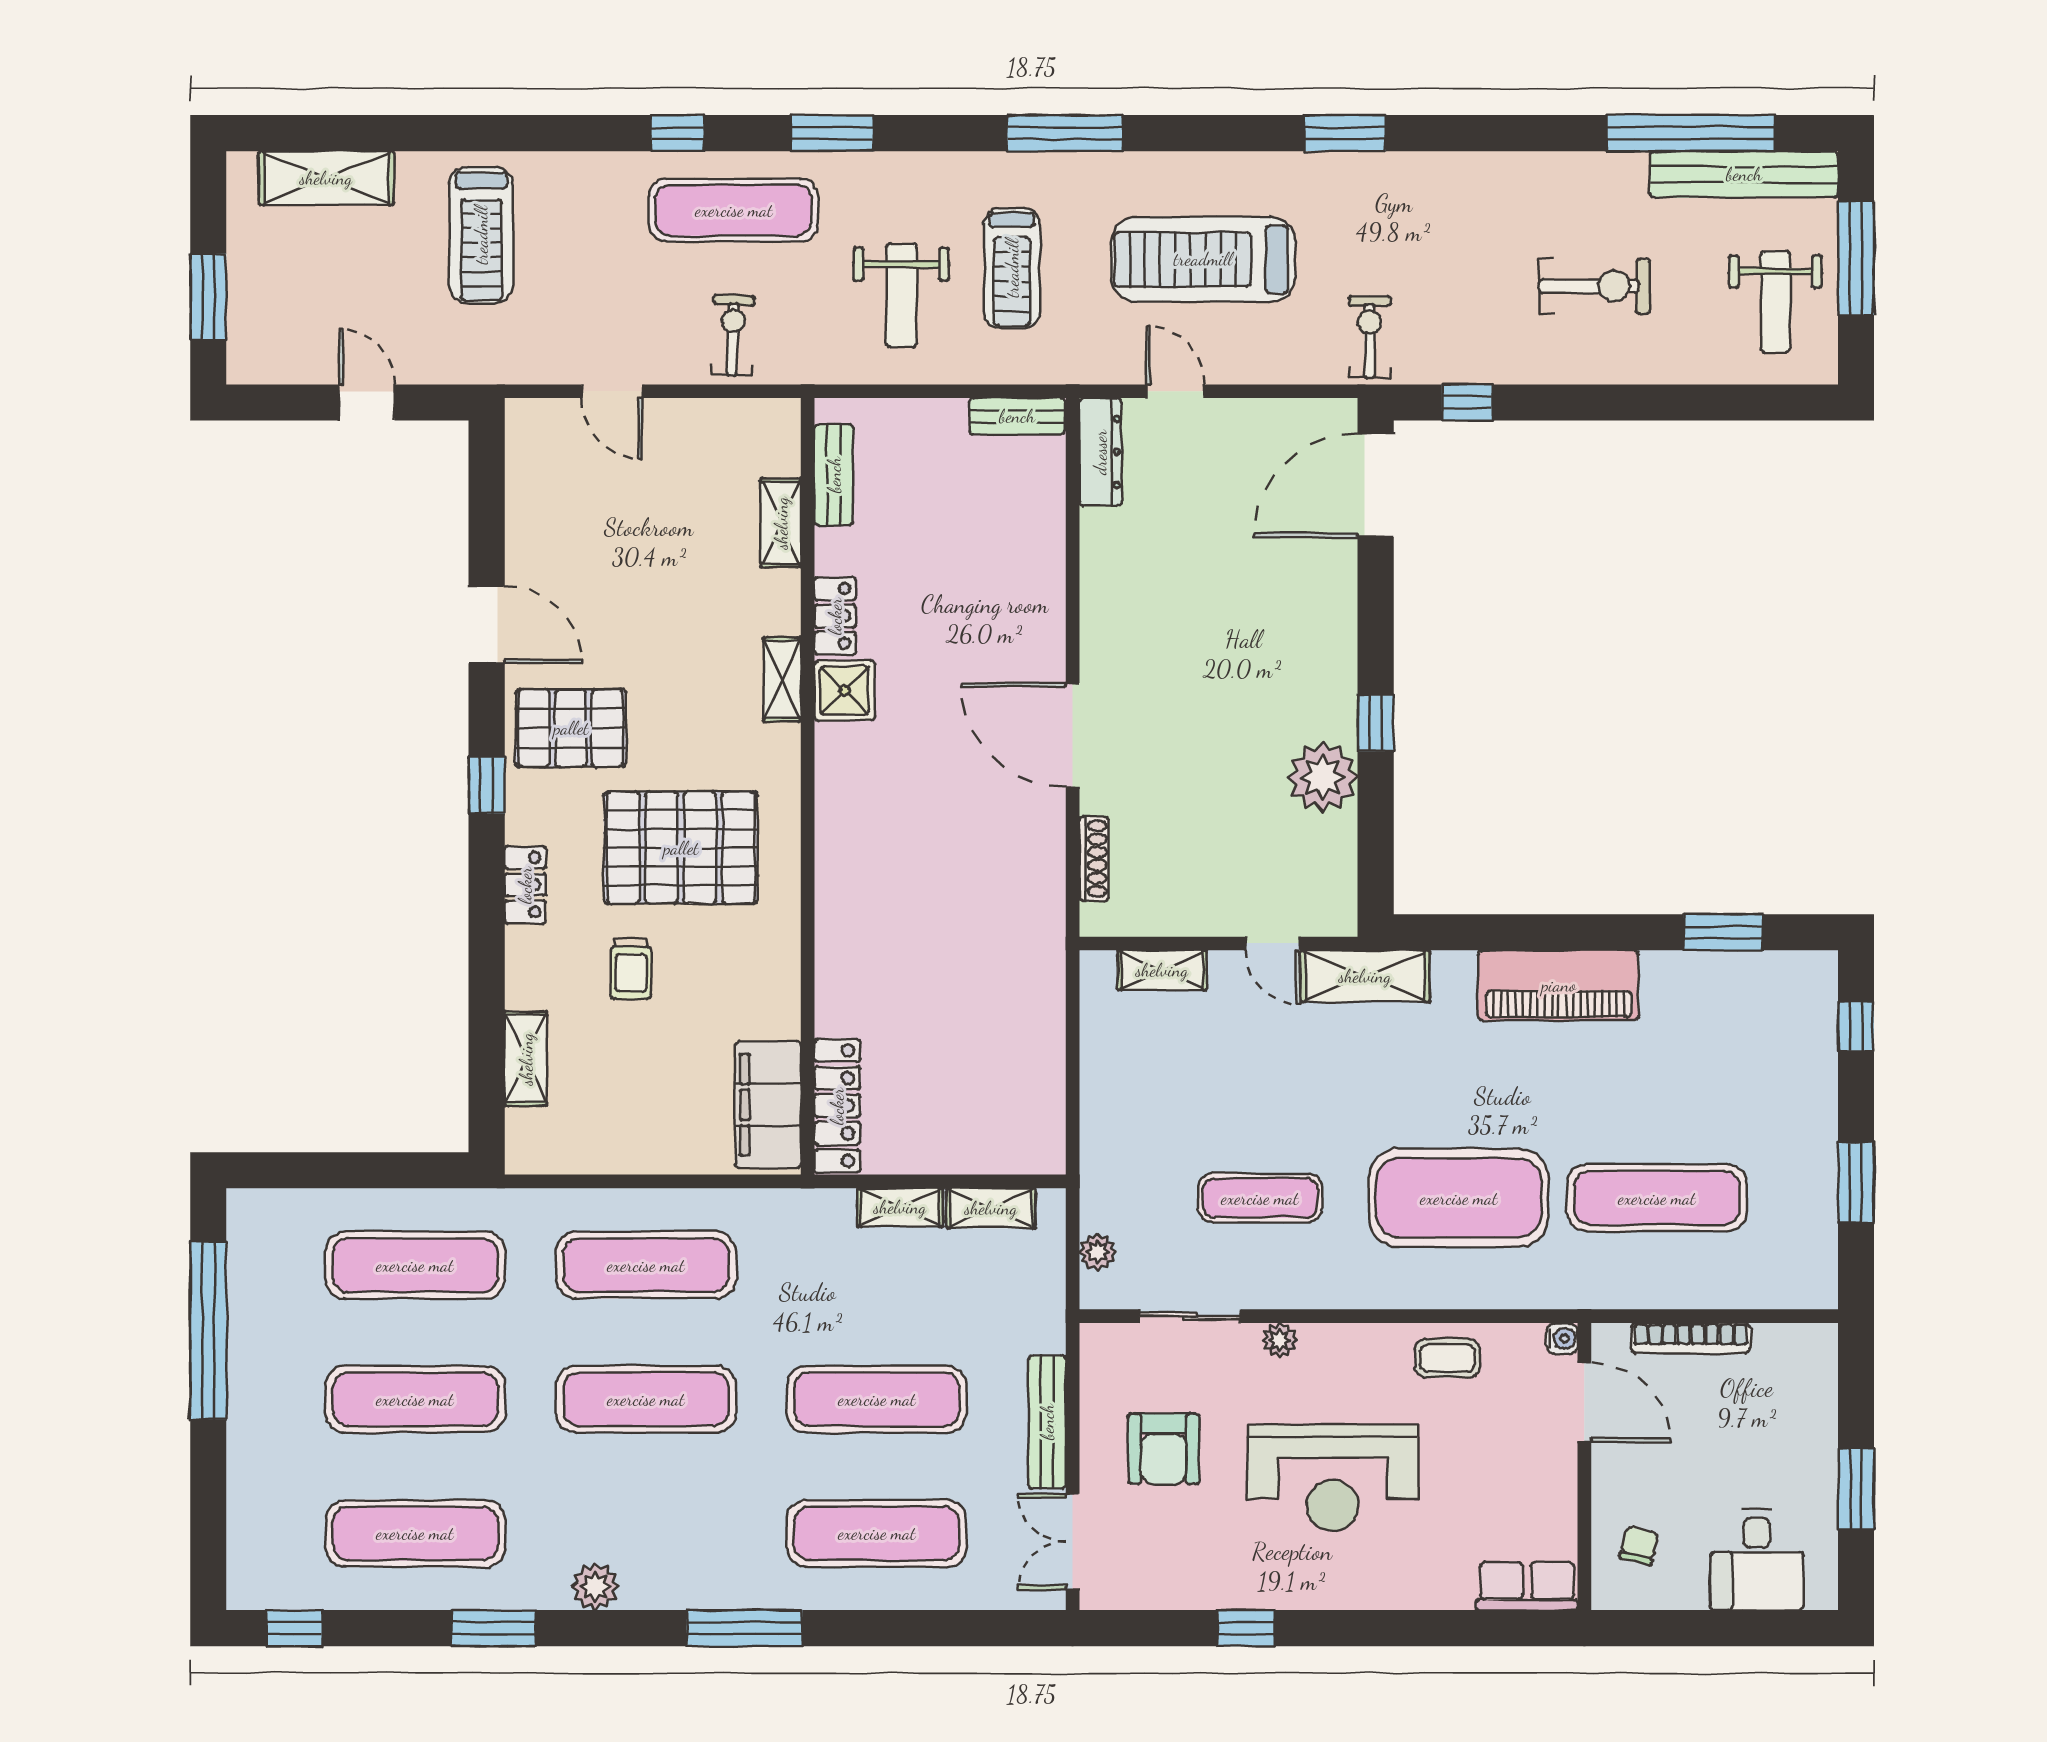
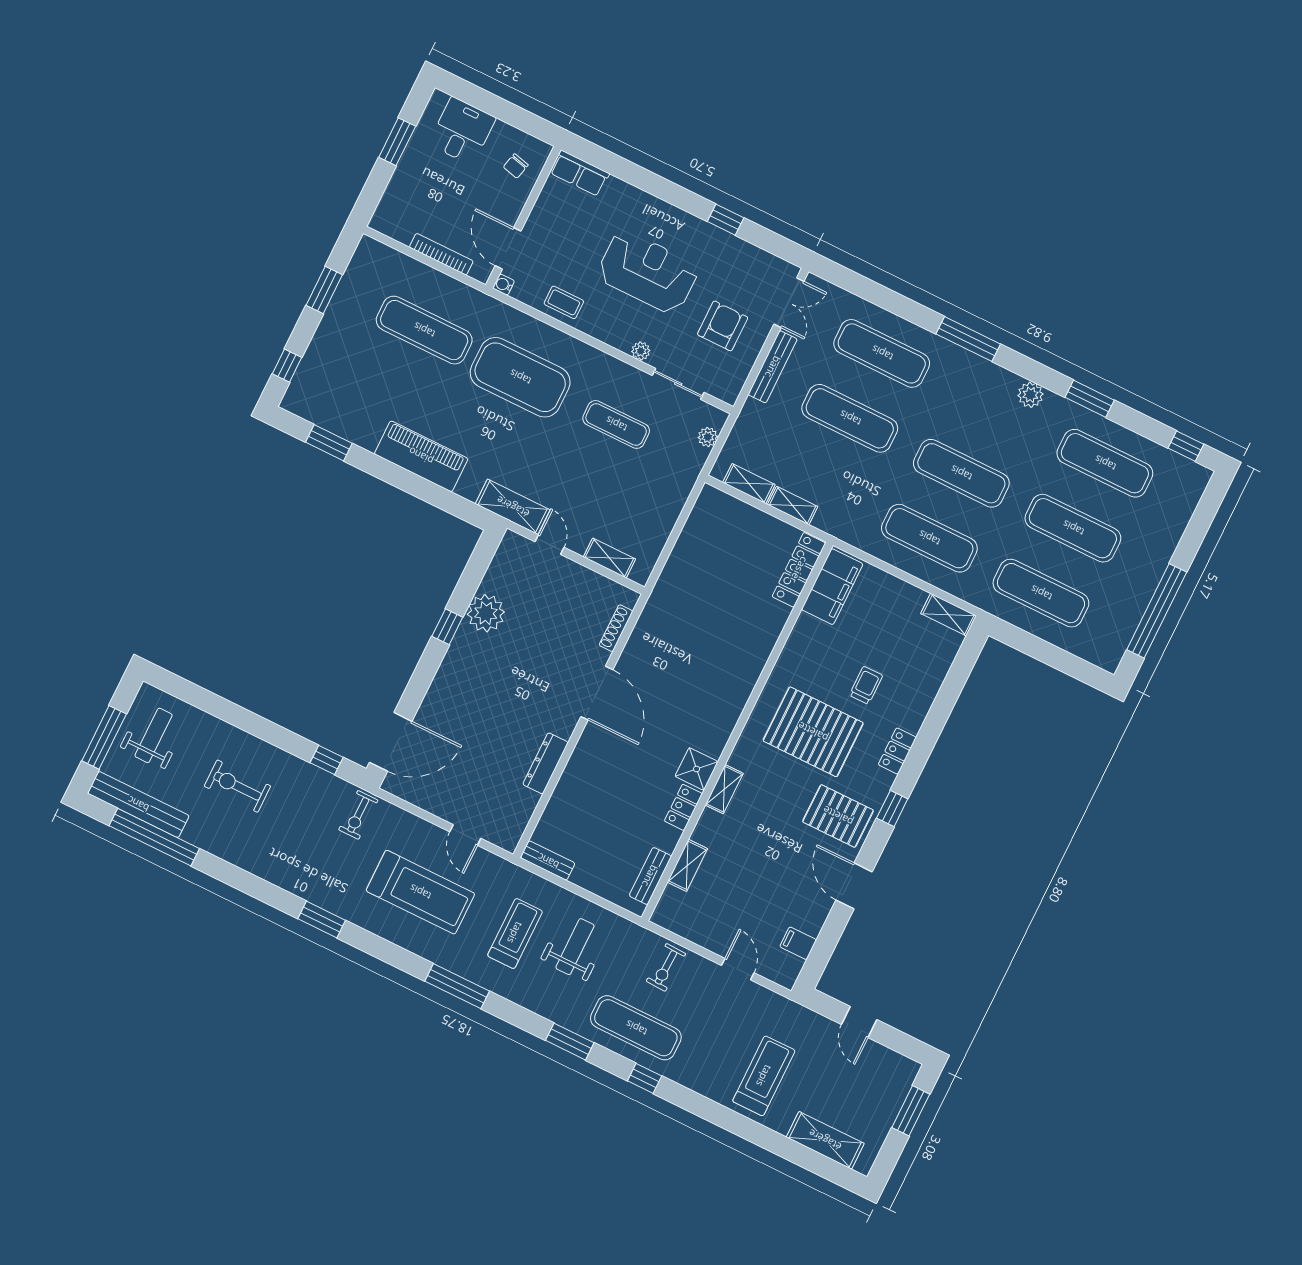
dresser: (1100, 452) -> (545, 763), moved
filing cabinet: (533, 484) -> (798, 943), added
shelving: (526, 1059) -> (948, 615), moved, turned 90

